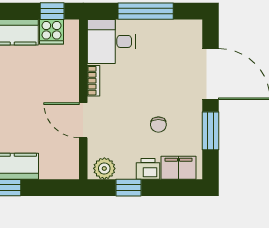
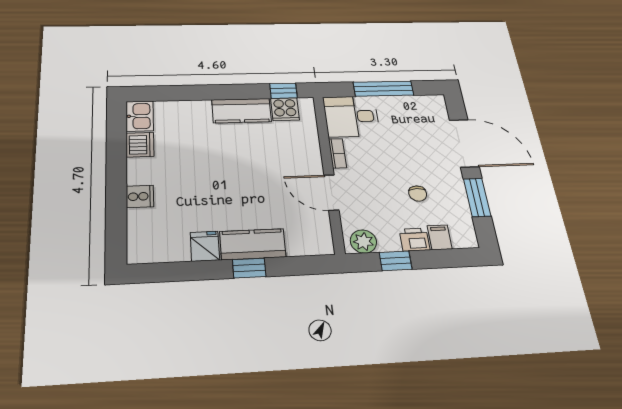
filing cabinet: (179, 168) -> (440, 237), width x0.50

